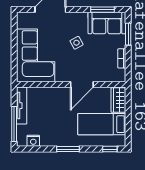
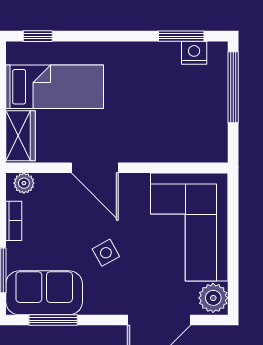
plant: (24, 21) -> (213, 298), added
plant: (117, 77) -> (24, 183), added
door: (82, 84) -> (95, 168), swing flipped
tv unit: (22, 106) -> (218, 125), removed
window: (68, 149) -> (181, 36), moved

